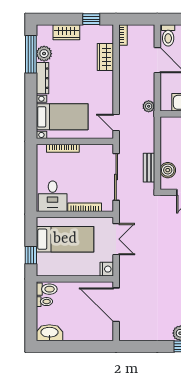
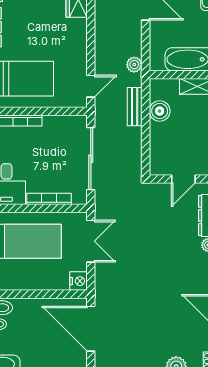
door: (116, 123) -> (91, 86), swing flipped
bench: (149, 168) -> (135, 107), moved
boiler: (168, 170) -> (160, 111), moved

